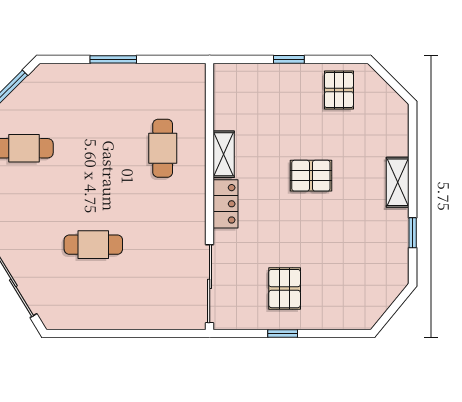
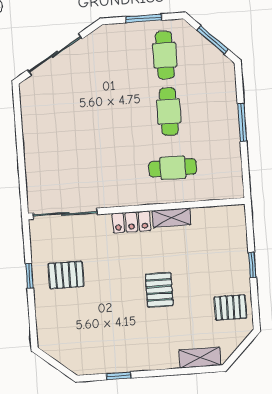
shelving: (398, 182) -> (200, 358), moved
cafe table: (93, 245) -> (169, 111), moved

